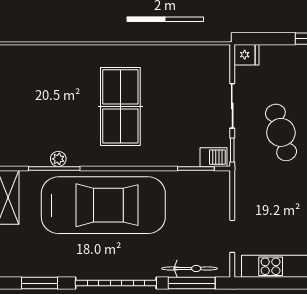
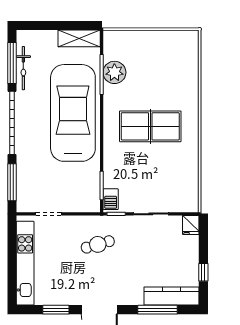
cafe table: (281, 132) -> (98, 244), moved, width x0.73, depth x0.74
plant: (58, 159) -> (114, 72), width x1.87, depth x1.87
car: (103, 205) -> (73, 113), turned 180
bicycle: (190, 268) -> (23, 68), moved
window: (40, 283) -> (12, 63), width x1.44

